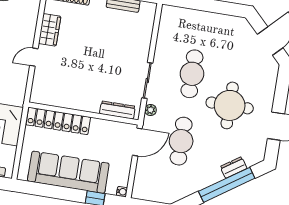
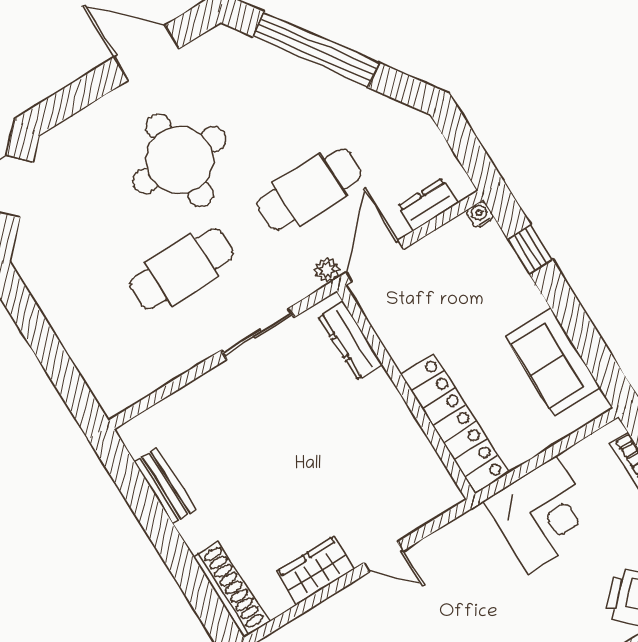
plant: (151, 110) -> (327, 270), moved
door: (137, 142) -> (375, 261), hinge flipped
dresser: (234, 167) -> (428, 205), moved, turned 124
sofa: (68, 172) -> (553, 362), width x0.54, depth x0.79

